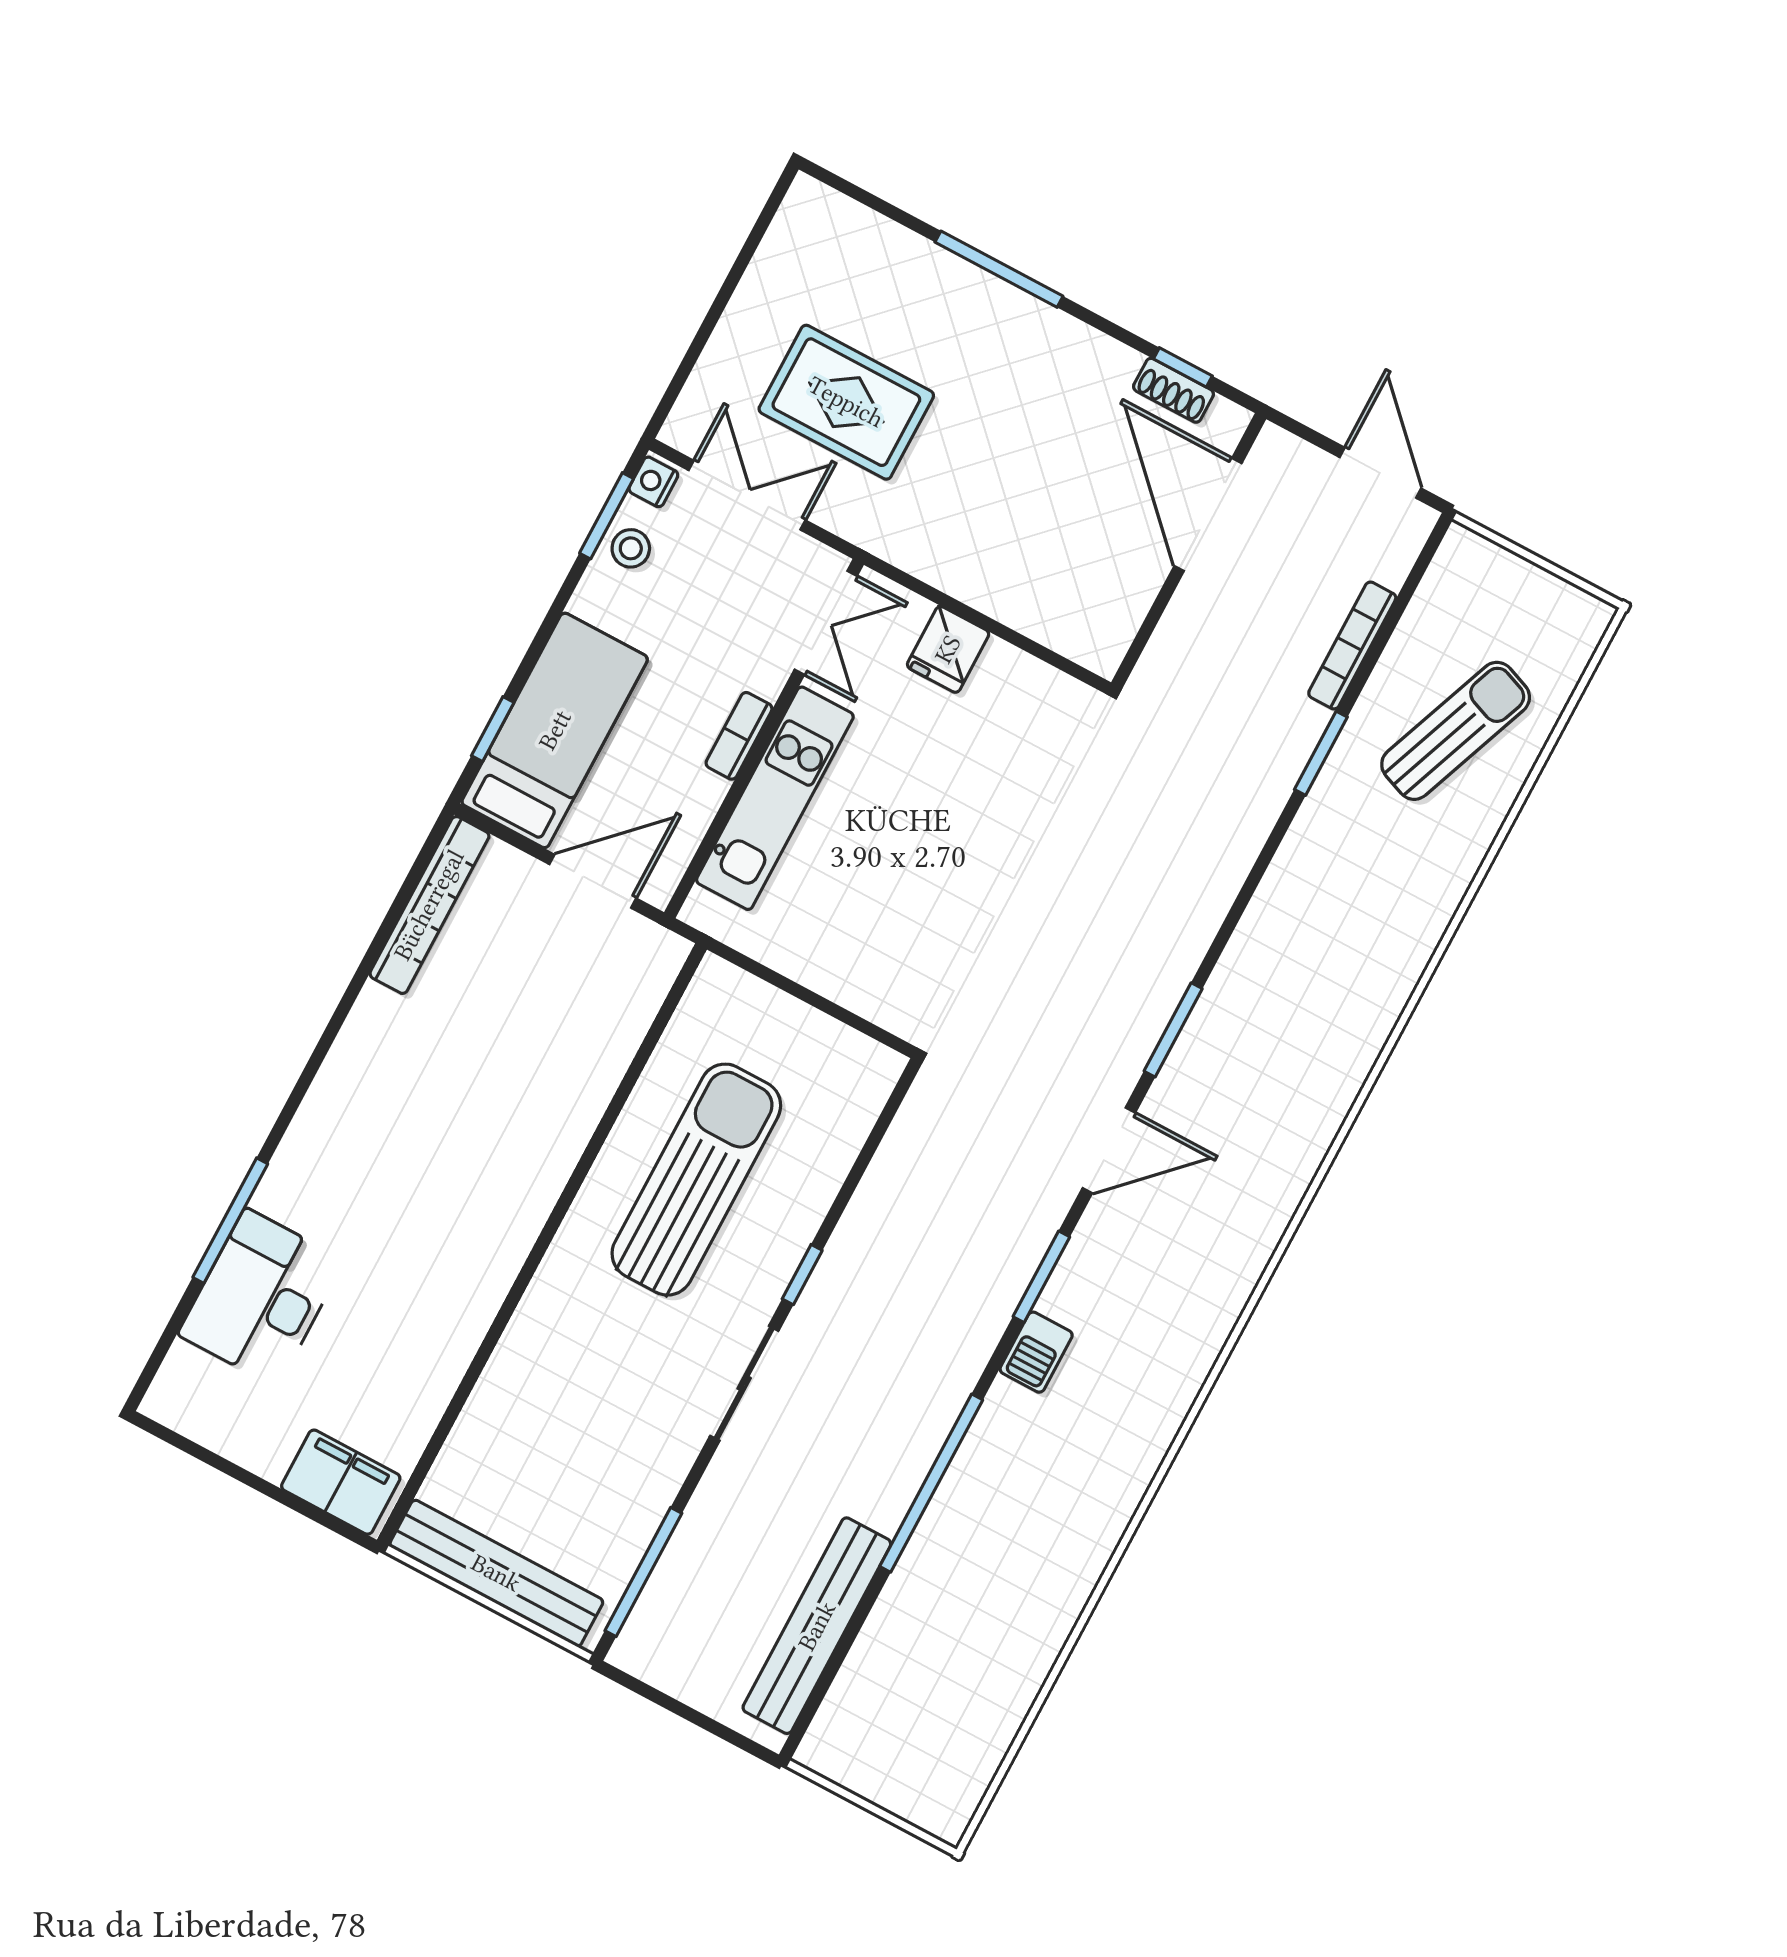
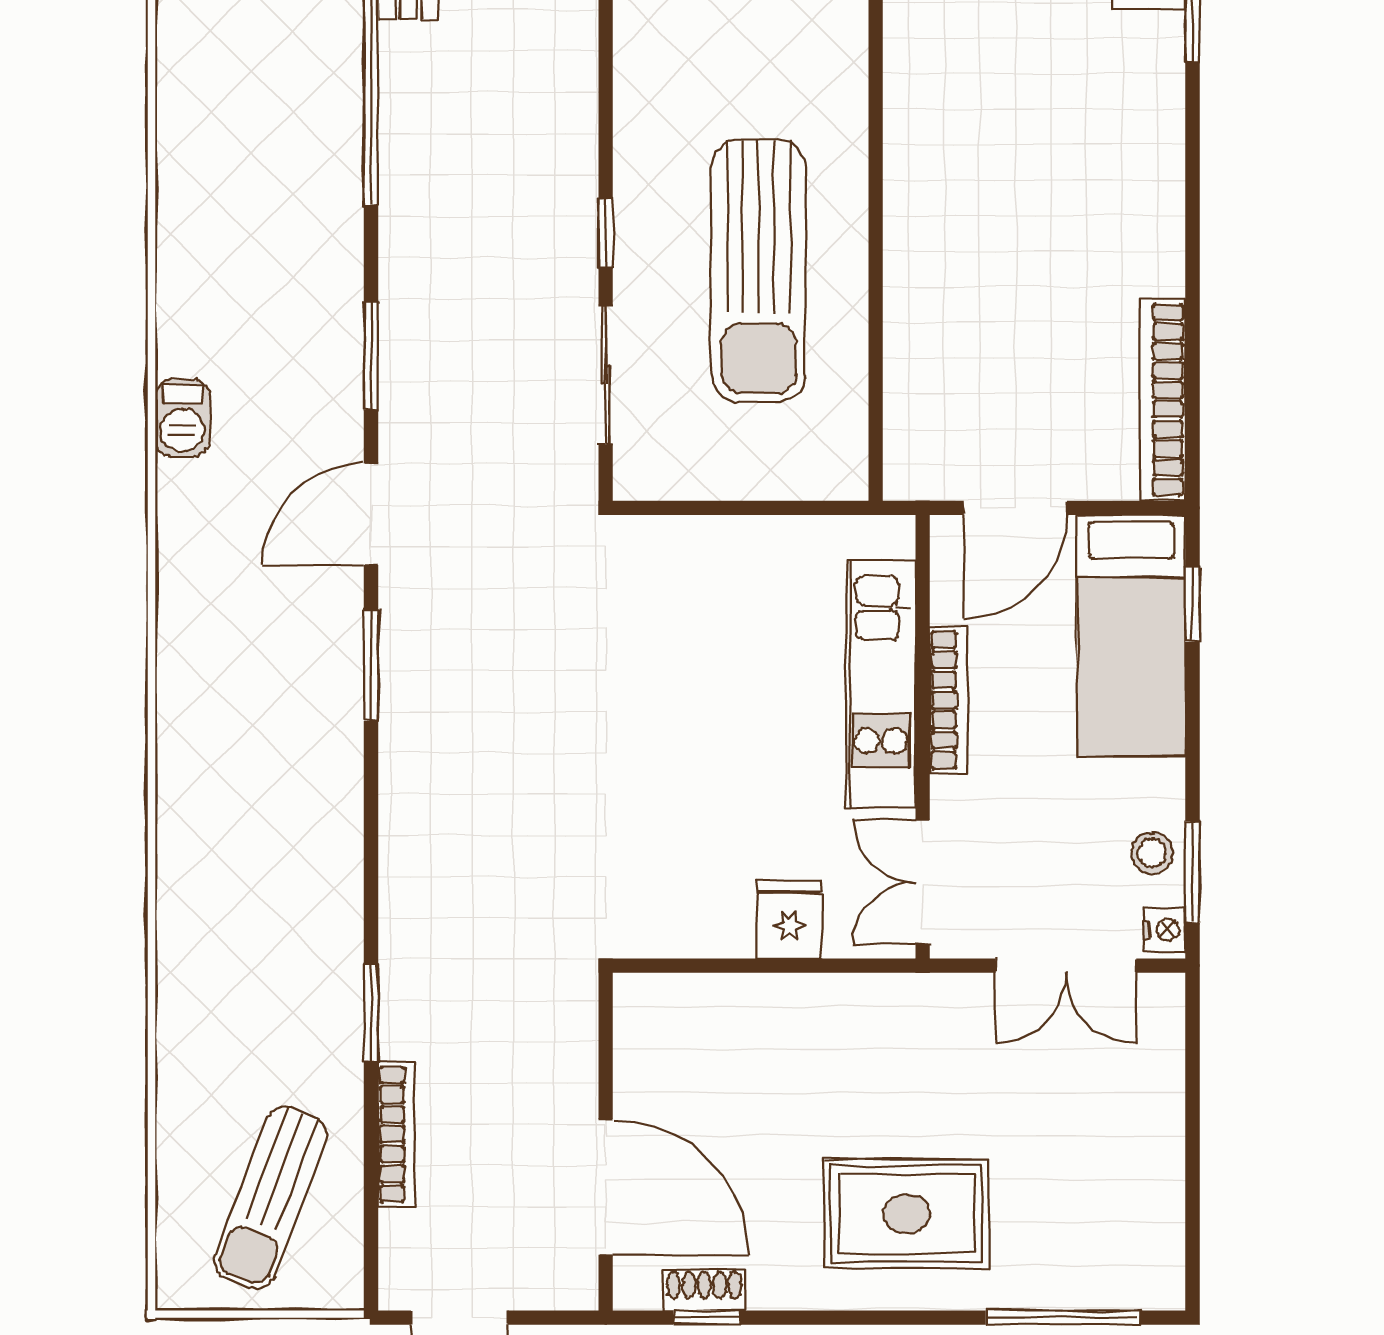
window: (999, 269) -> (1063, 1318), moved
rug: (846, 402) -> (907, 1214), moved
sun lounger: (1456, 731) -> (270, 1198), moved
bookcase: (739, 736) -> (948, 700), width x1.56
barbecue: (1036, 1352) -> (182, 418), moved, turned 180
sliding door: (744, 1383) -> (606, 375), moved

